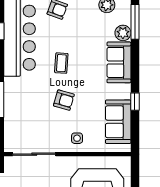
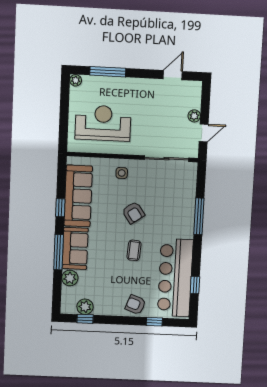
window: (135, 22) -> (59, 252), moved
armchair: (64, 100) -> (133, 213), turned -141
sofa: (118, 122) -> (78, 196), width x1.36

